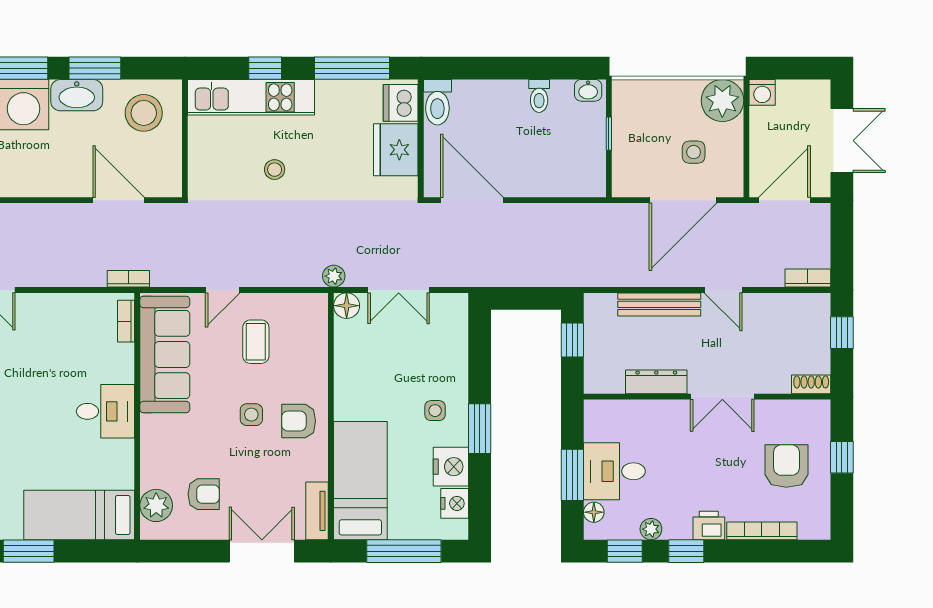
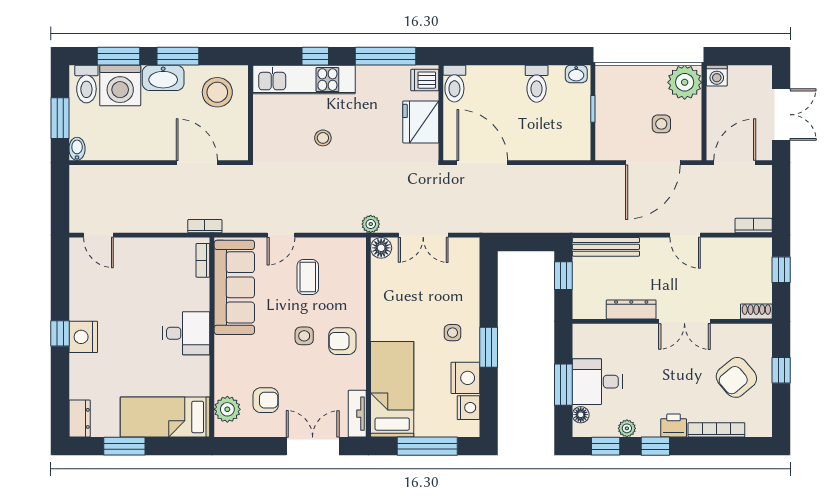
toilet: (539, 96) -> (537, 84), width x1.37, depth x1.39
dishwasher: (401, 103) -> (425, 80), width x0.73
bench: (659, 304) -> (606, 247), moved
armchair: (786, 466) -> (736, 377), turned -130

